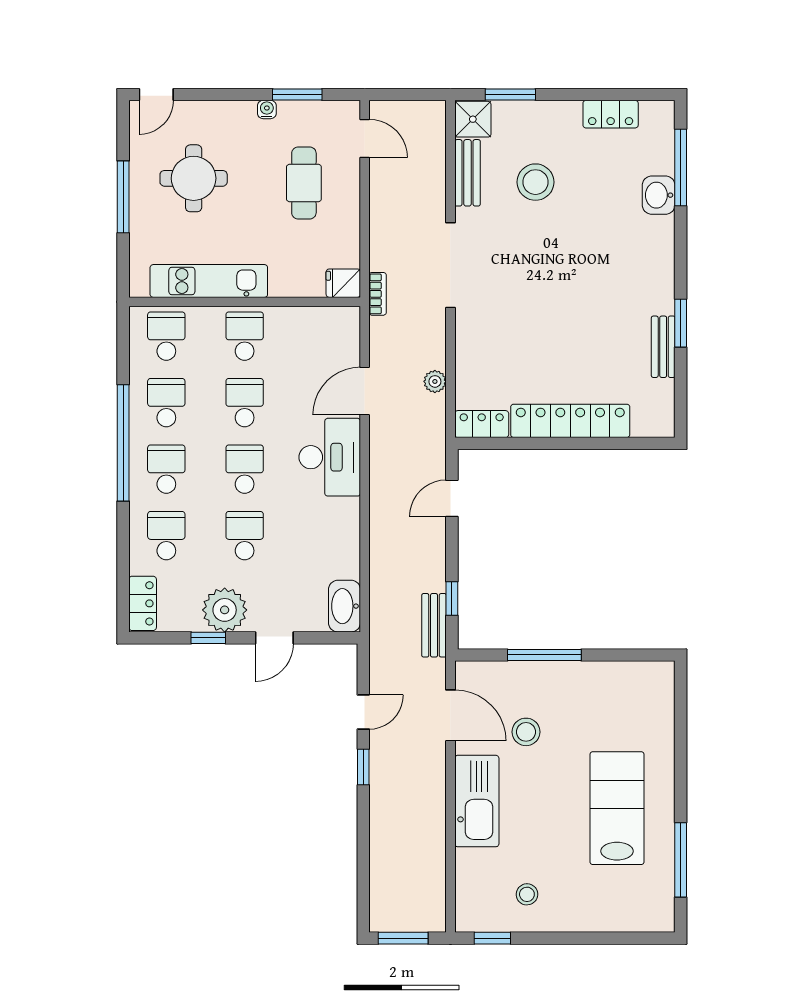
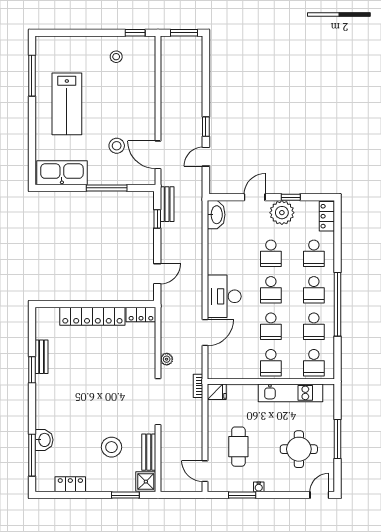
plant: (435, 381) -> (167, 359), moved
kitchen sink: (477, 801) -> (62, 173), moved, turned 90

